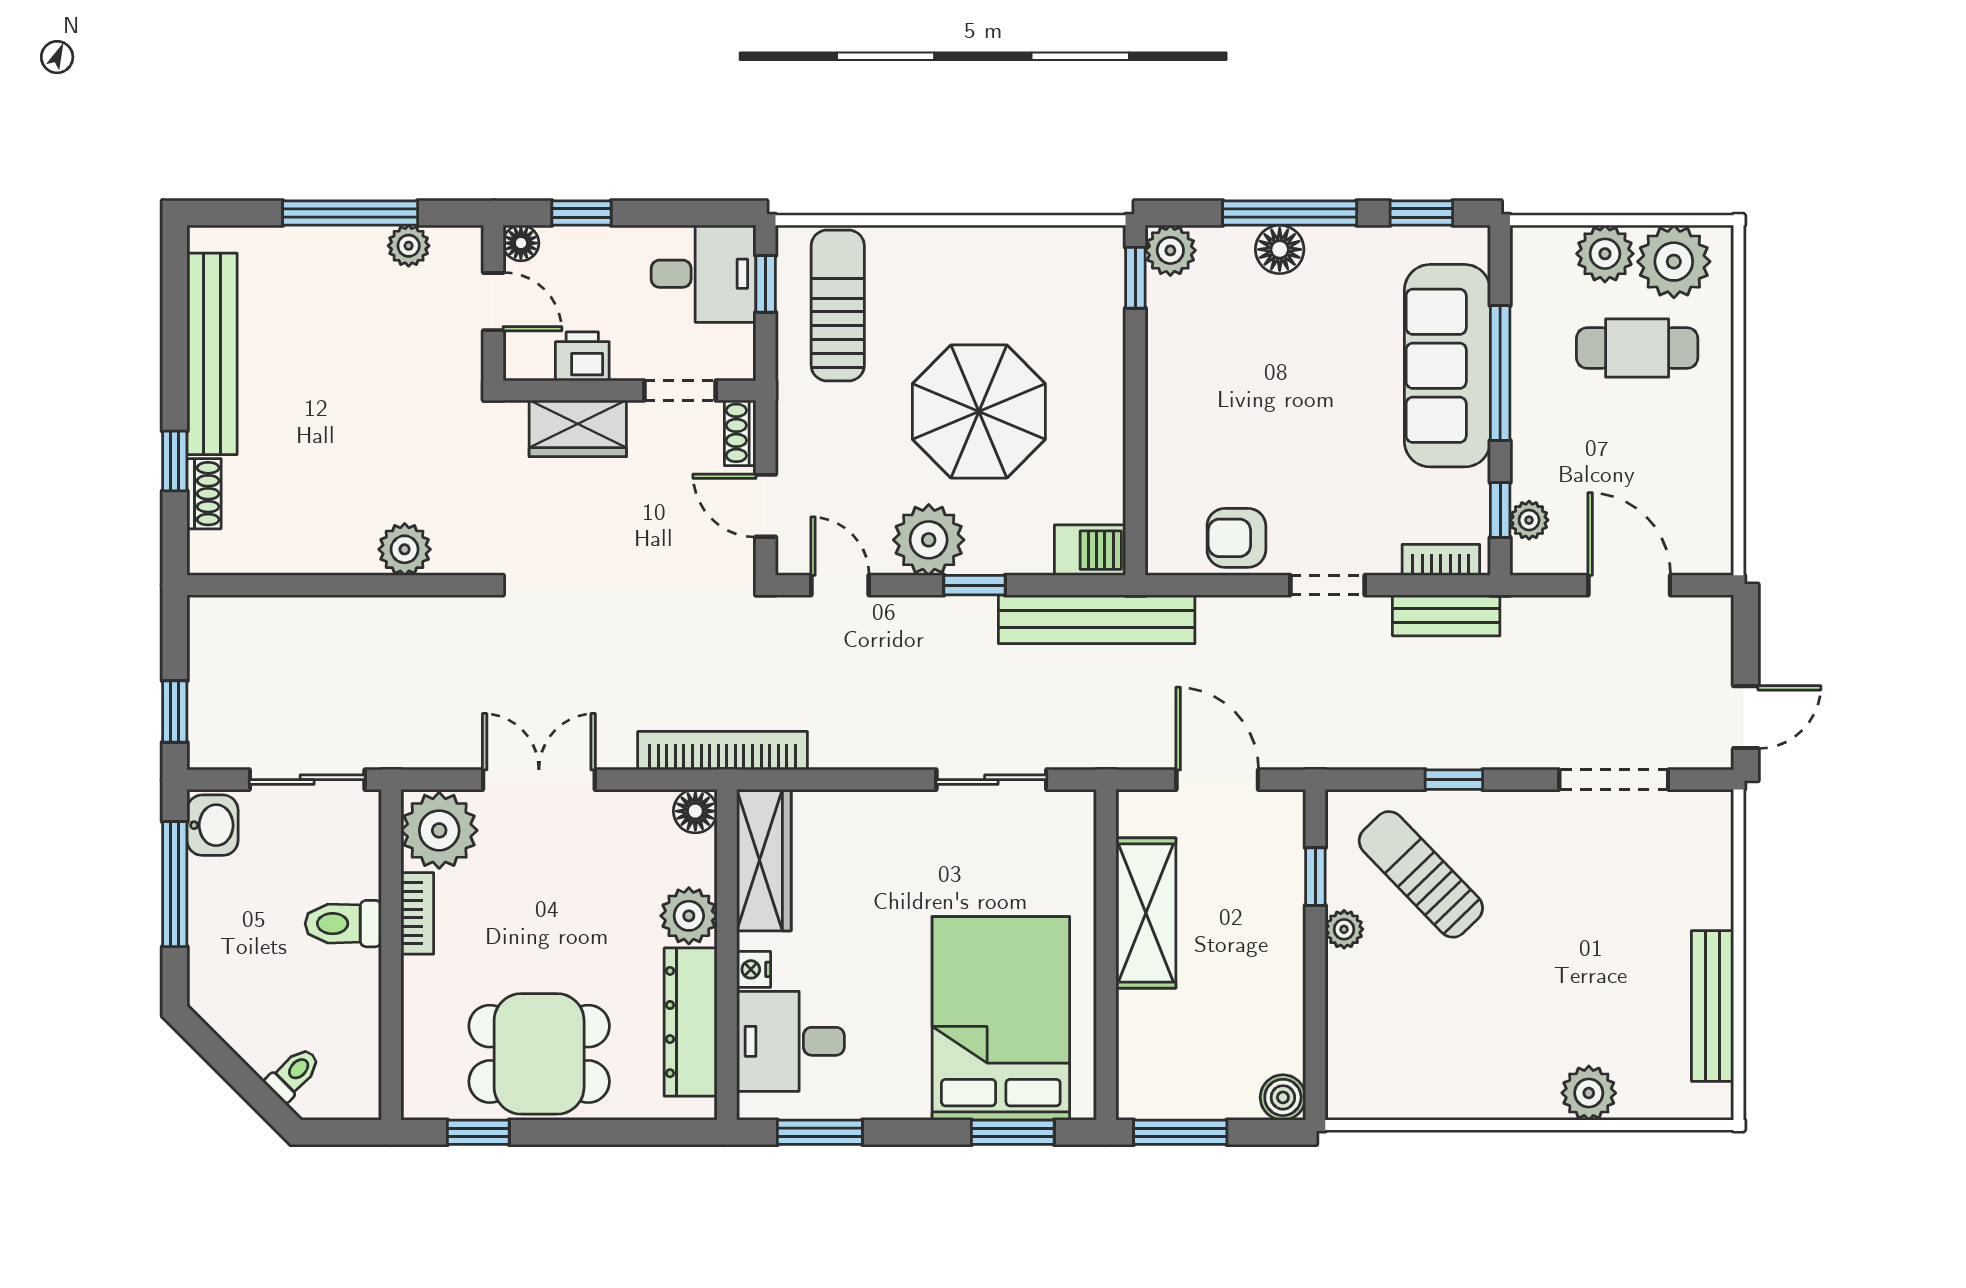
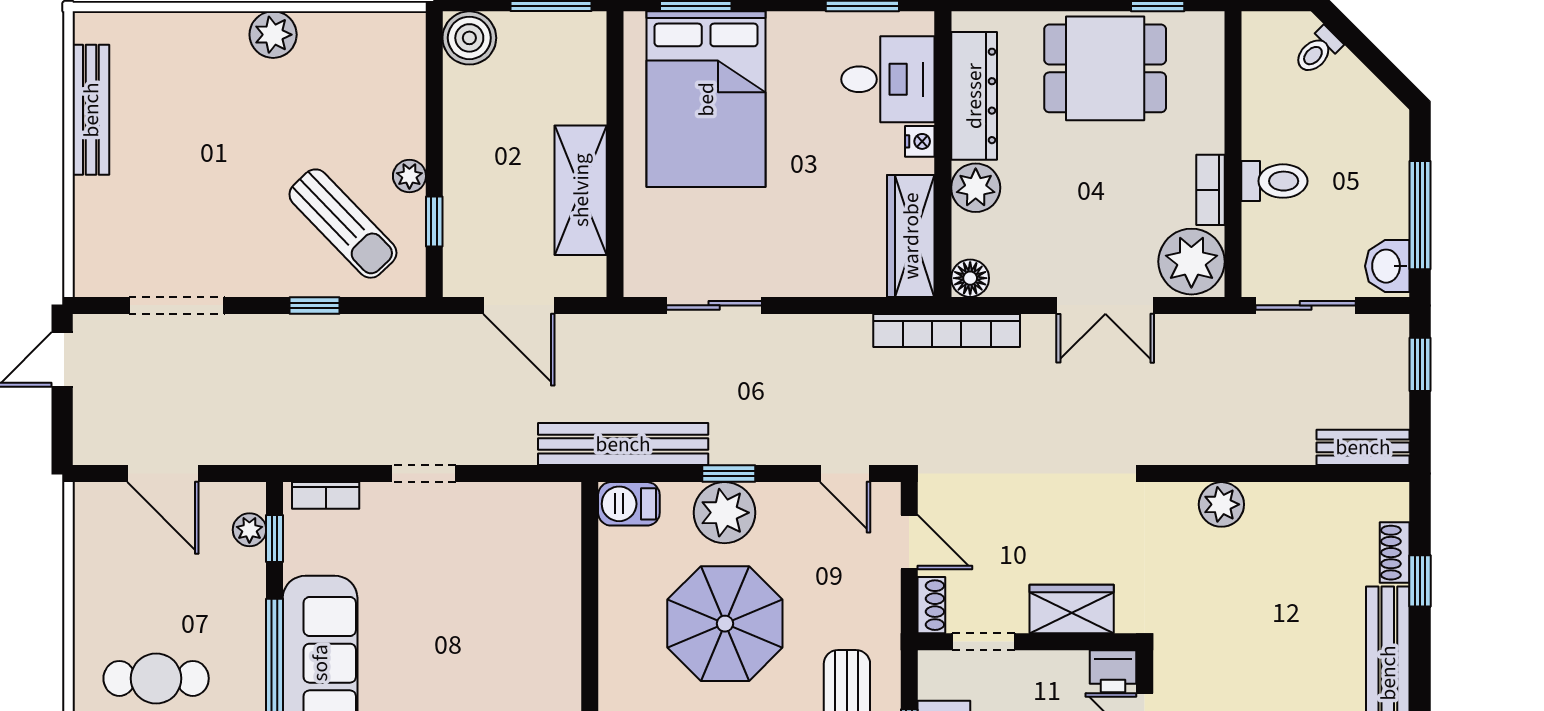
printer: (582, 356) -> (1113, 671), moved
armchair: (1236, 538) -> (502, 514), removed
plant: (929, 540) -> (724, 513), moved
bench: (1446, 615) -> (1363, 447), moved
plant: (1589, 1093) -> (273, 35), moved
boiler: (1283, 1097) -> (469, 38), width x1.36, depth x1.36

